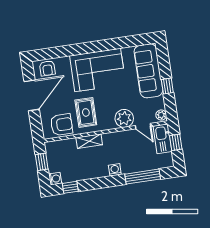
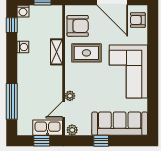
plant: (124, 118) -> (70, 96), width x0.53, depth x0.53
armchair: (61, 125) -> (78, 26), turned -90
washing machine: (115, 170) -> (23, 47), moved

